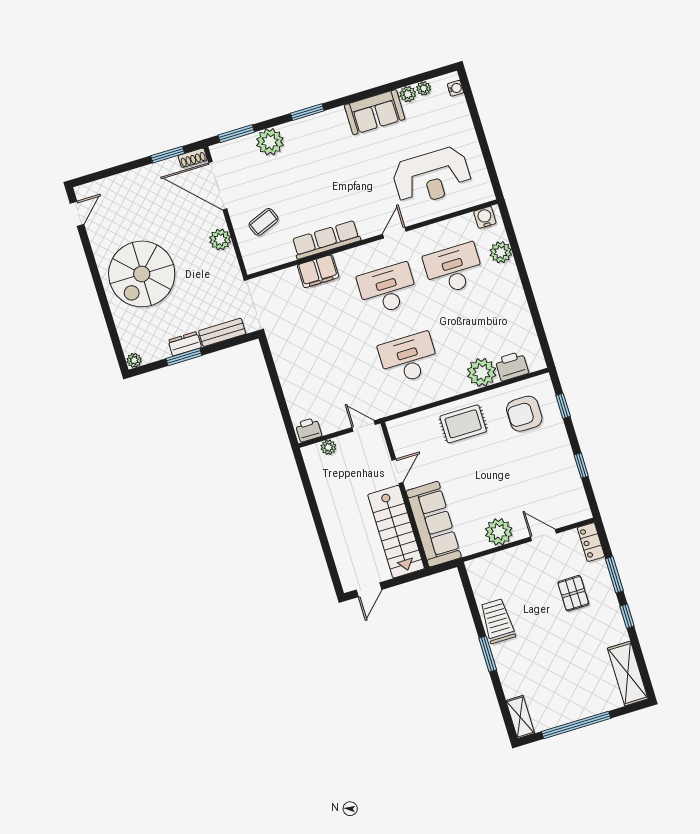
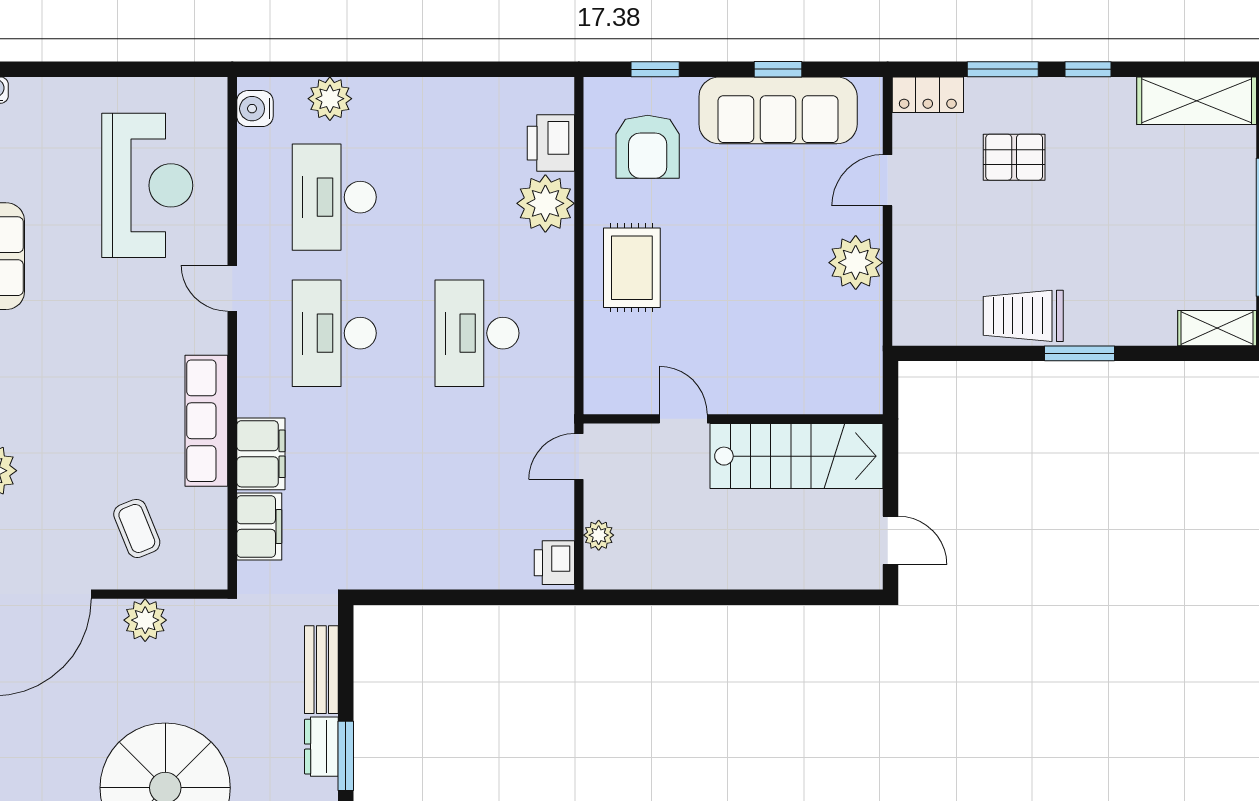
filing cabinet: (283, 281) -> (259, 527), added
sofa: (434, 524) -> (778, 110), moved, turned 180

